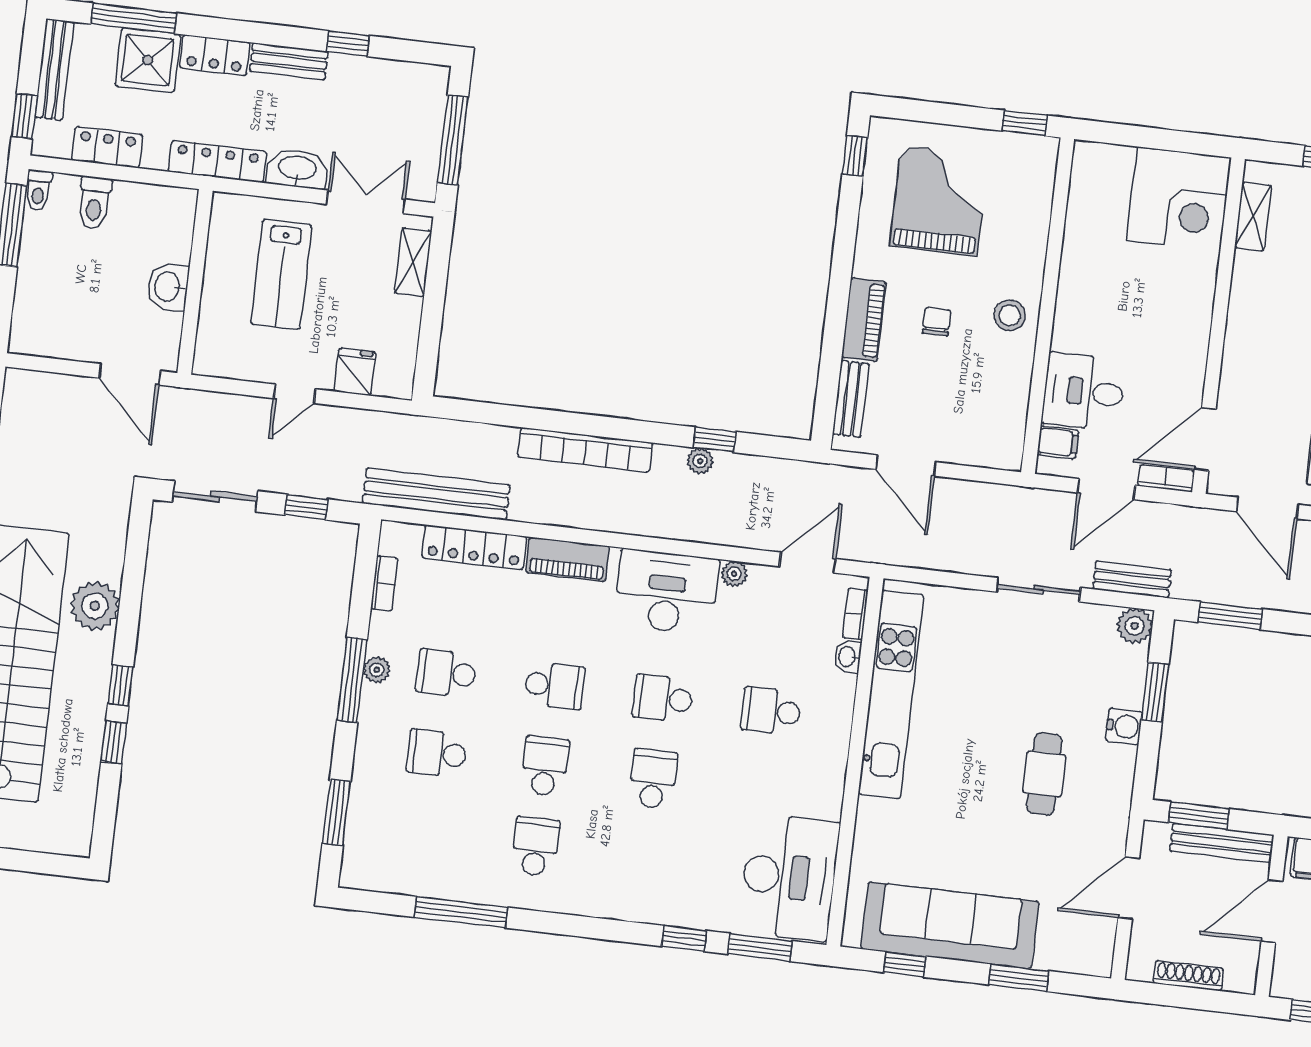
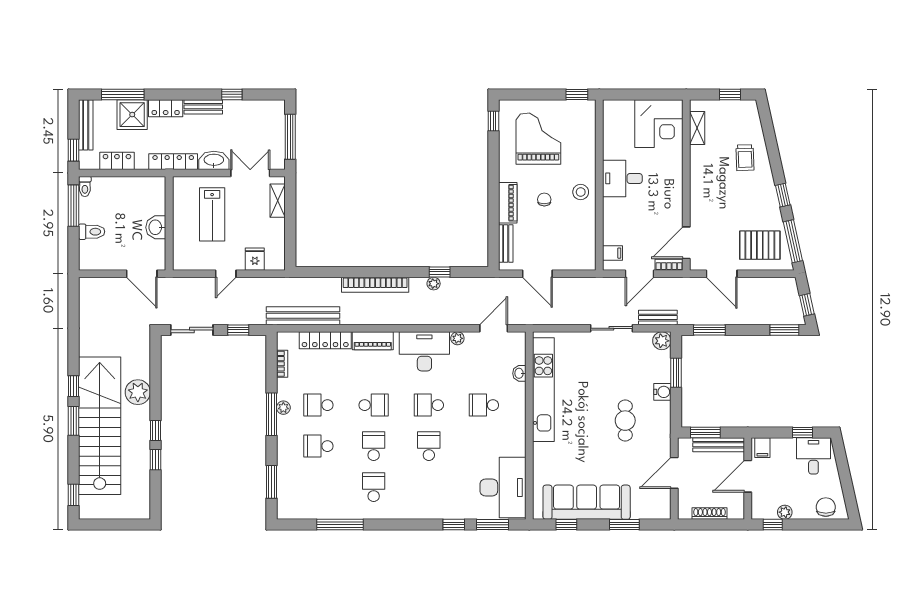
toilet: (94, 203) -> (92, 232), moved, turned -90
desk: (1084, 392) -> (622, 178), moved
bookcase: (855, 614) -> (521, 351), removed

